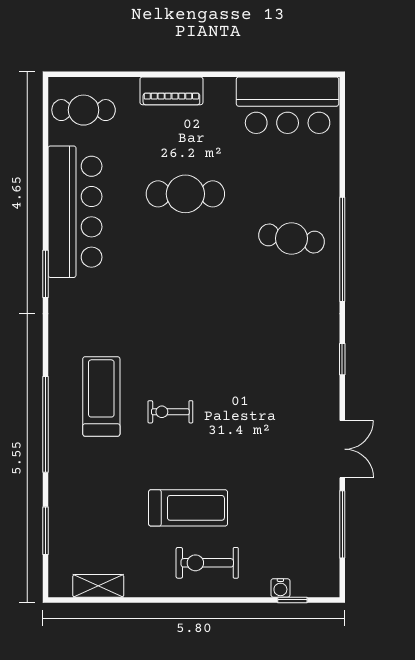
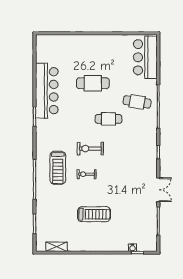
piano: (171, 91) -> (87, 40), removed
bar counter: (288, 105) -> (145, 57), moved, turned 90
cafe table: (84, 110) -> (108, 119), moved
treadmill: (101, 396) -> (58, 168), turned 180
exercise bike: (207, 563) -> (90, 149), moved

